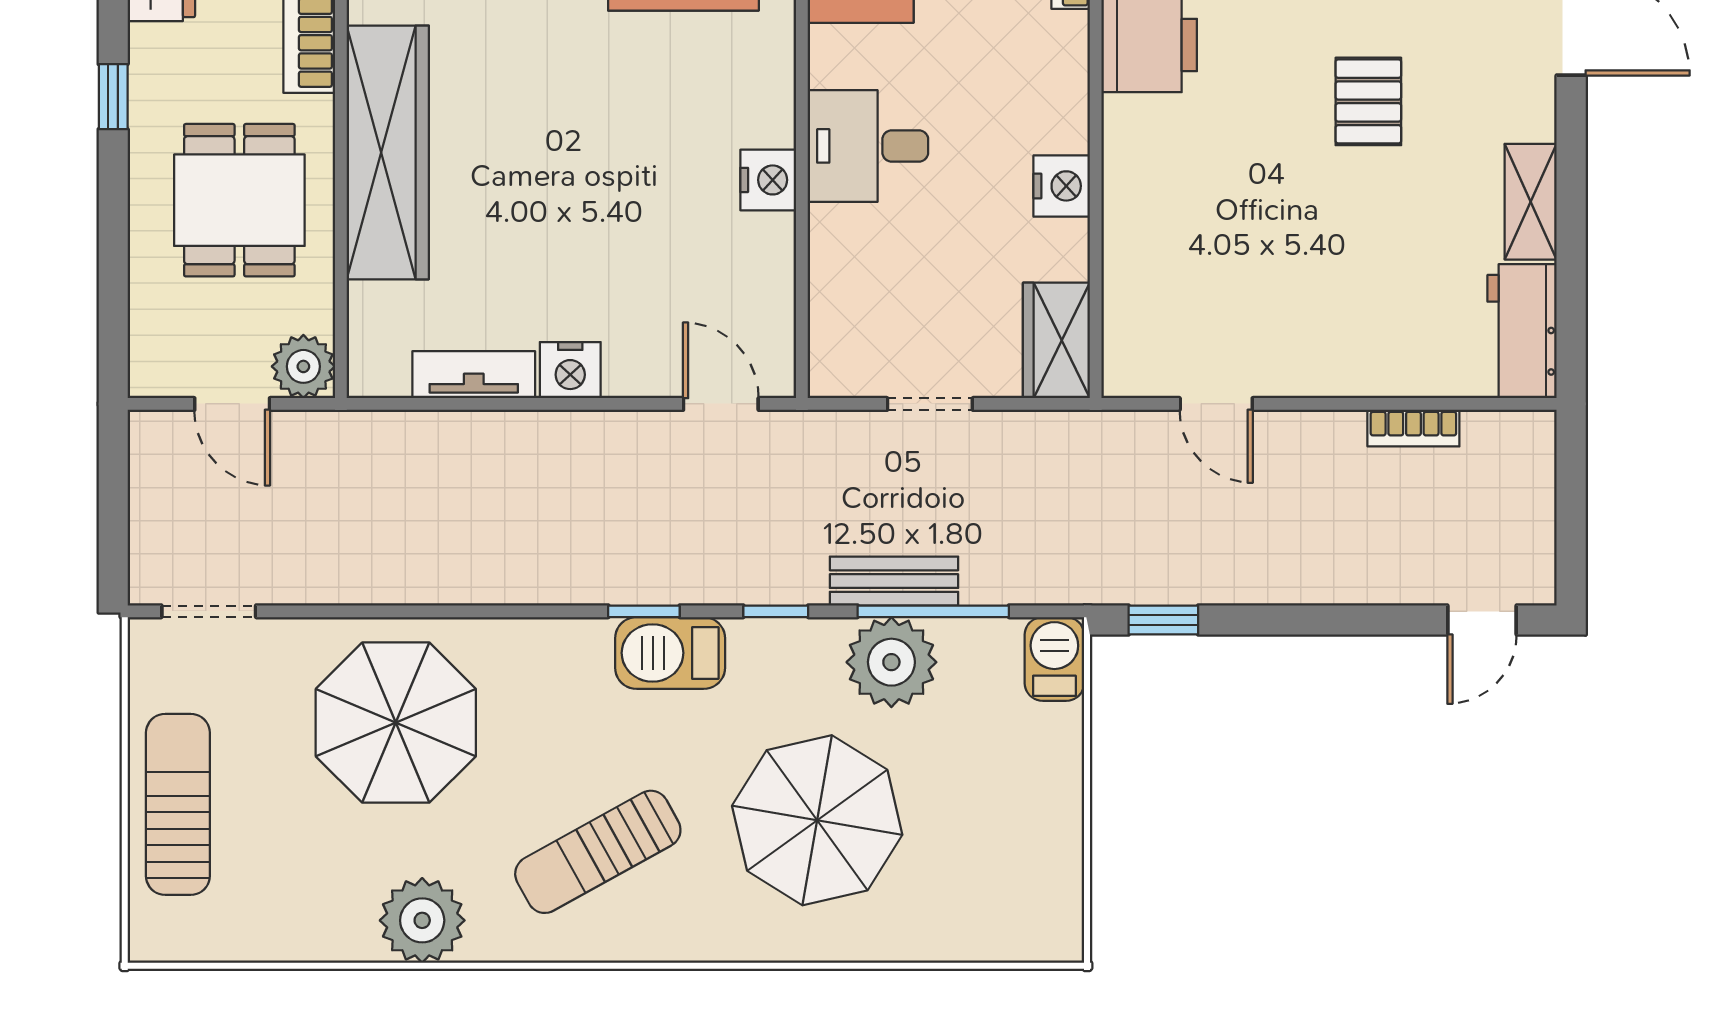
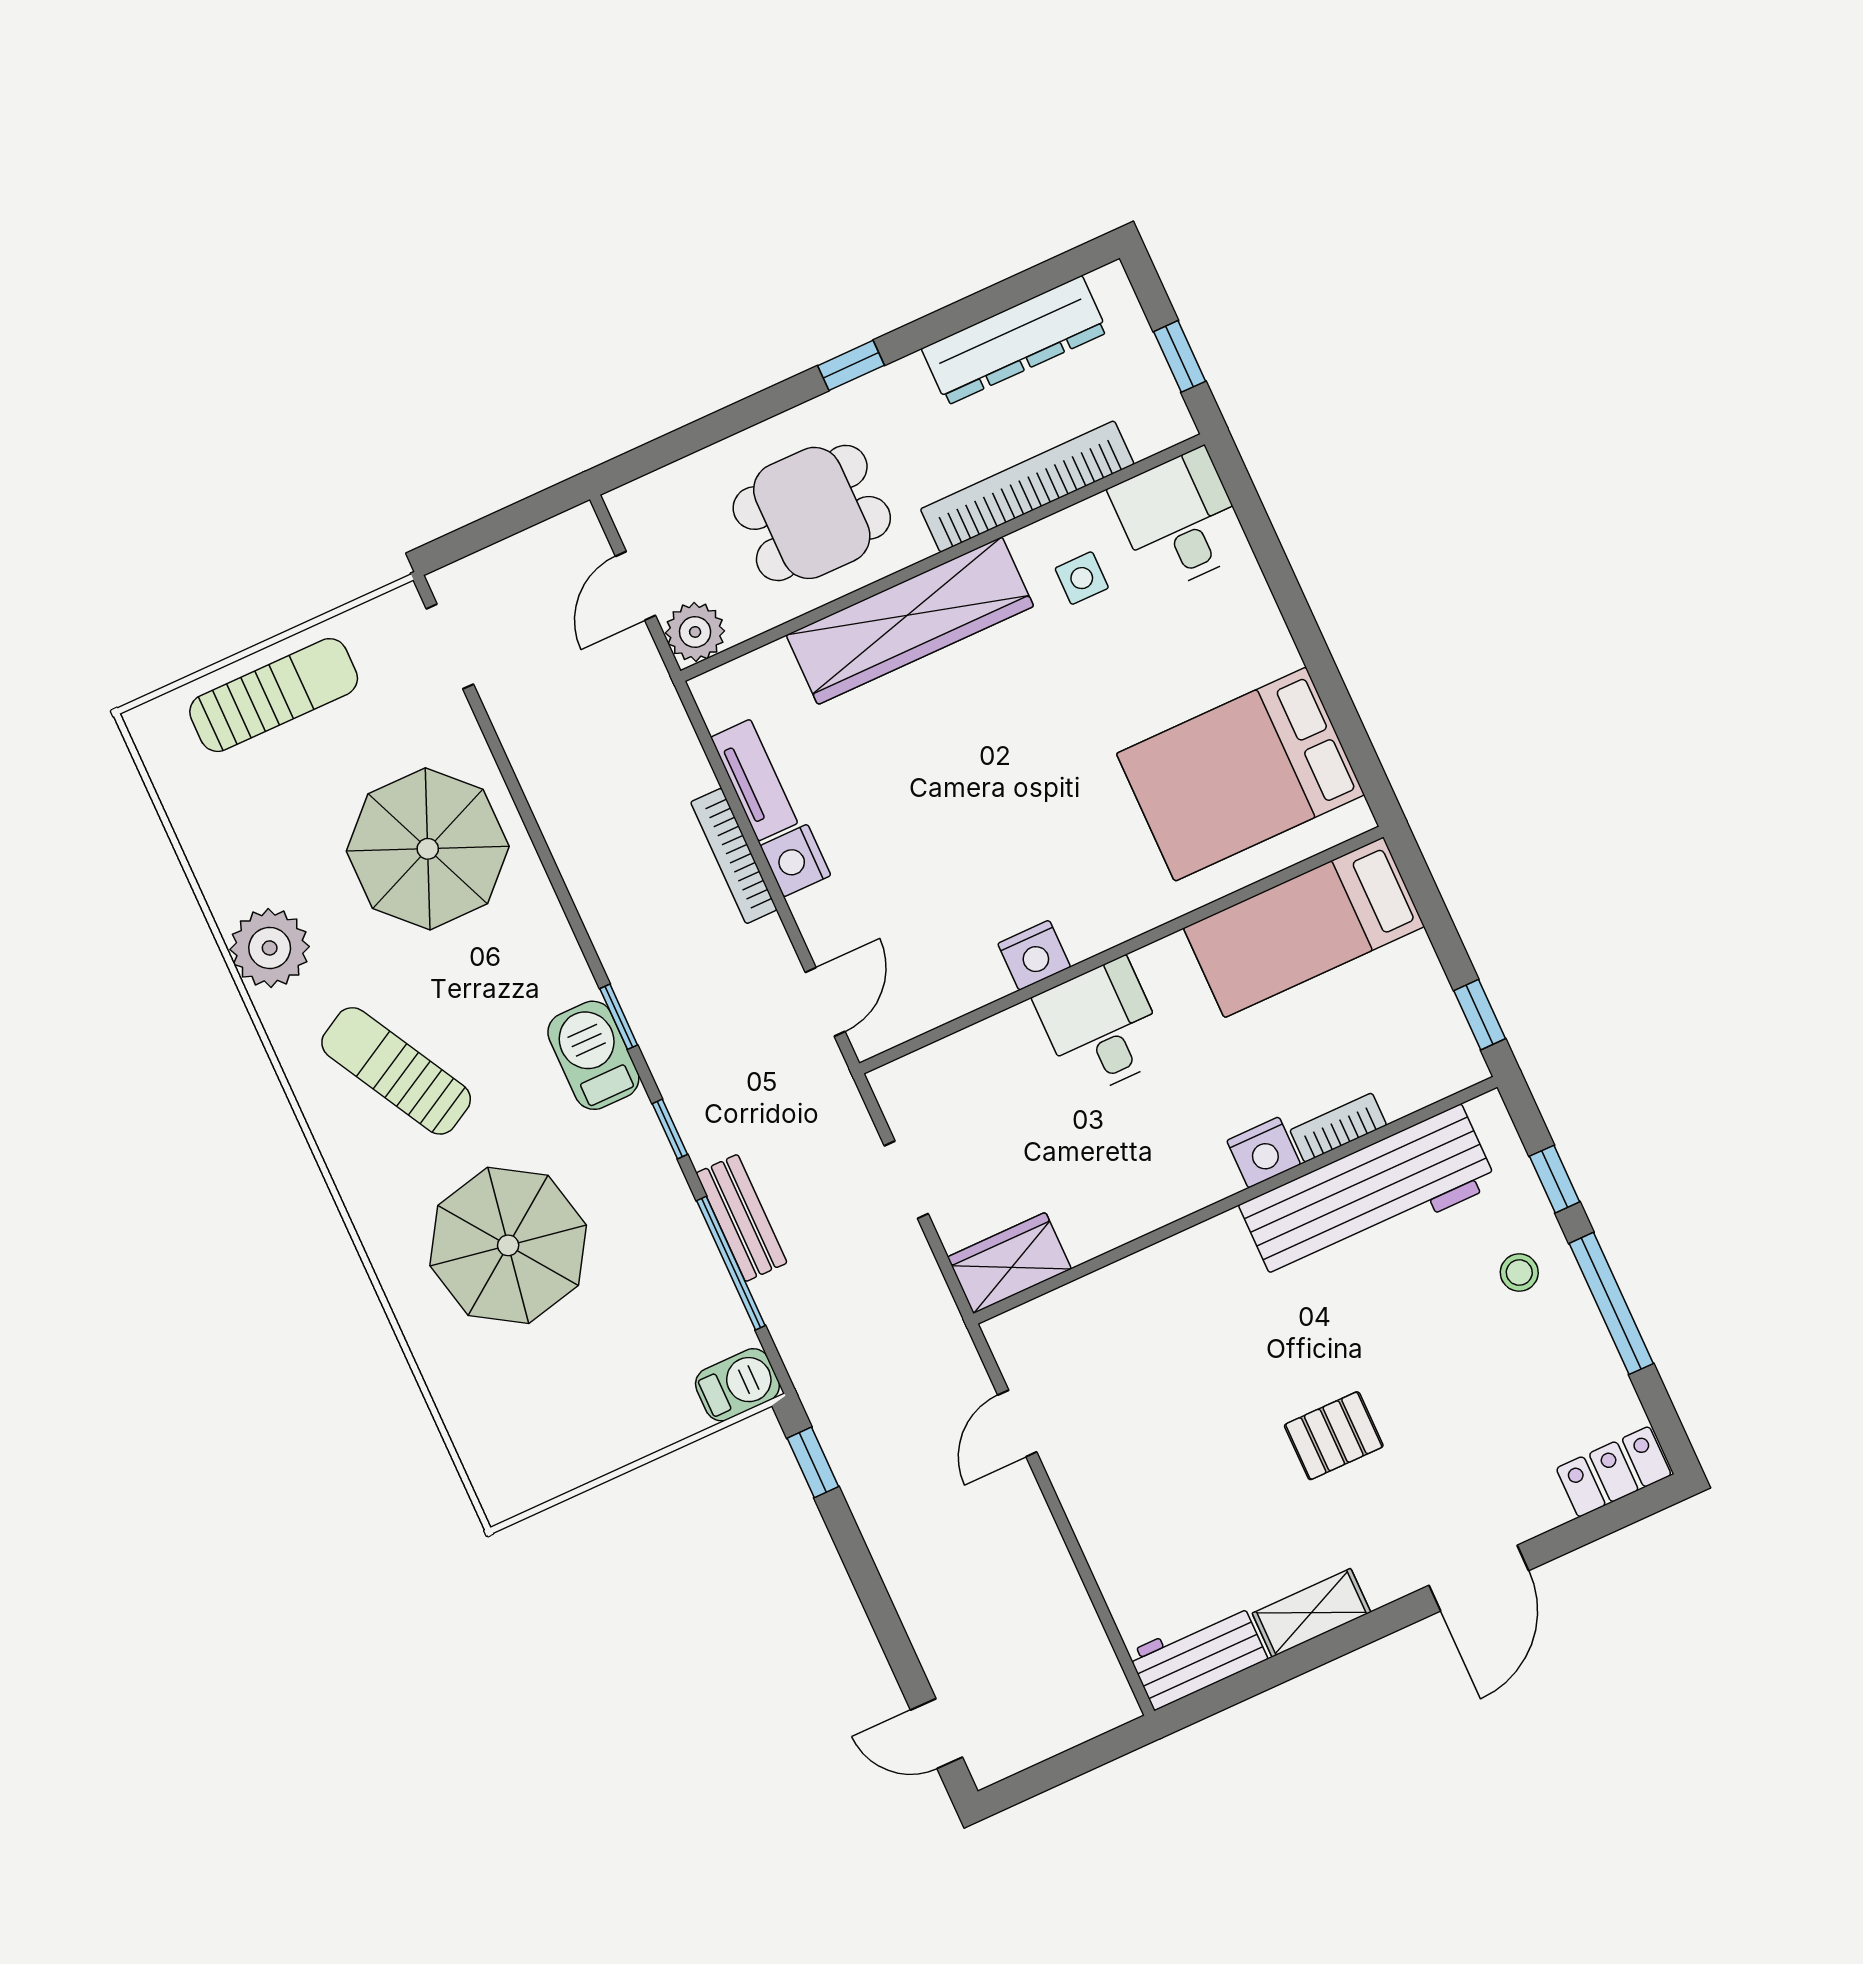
nightstand: (1062, 186) -> (1264, 1152), moved
bookcase: (1413, 428) -> (734, 856), moved, width x1.56
plant: (891, 662) -> (671, 1247), removed

